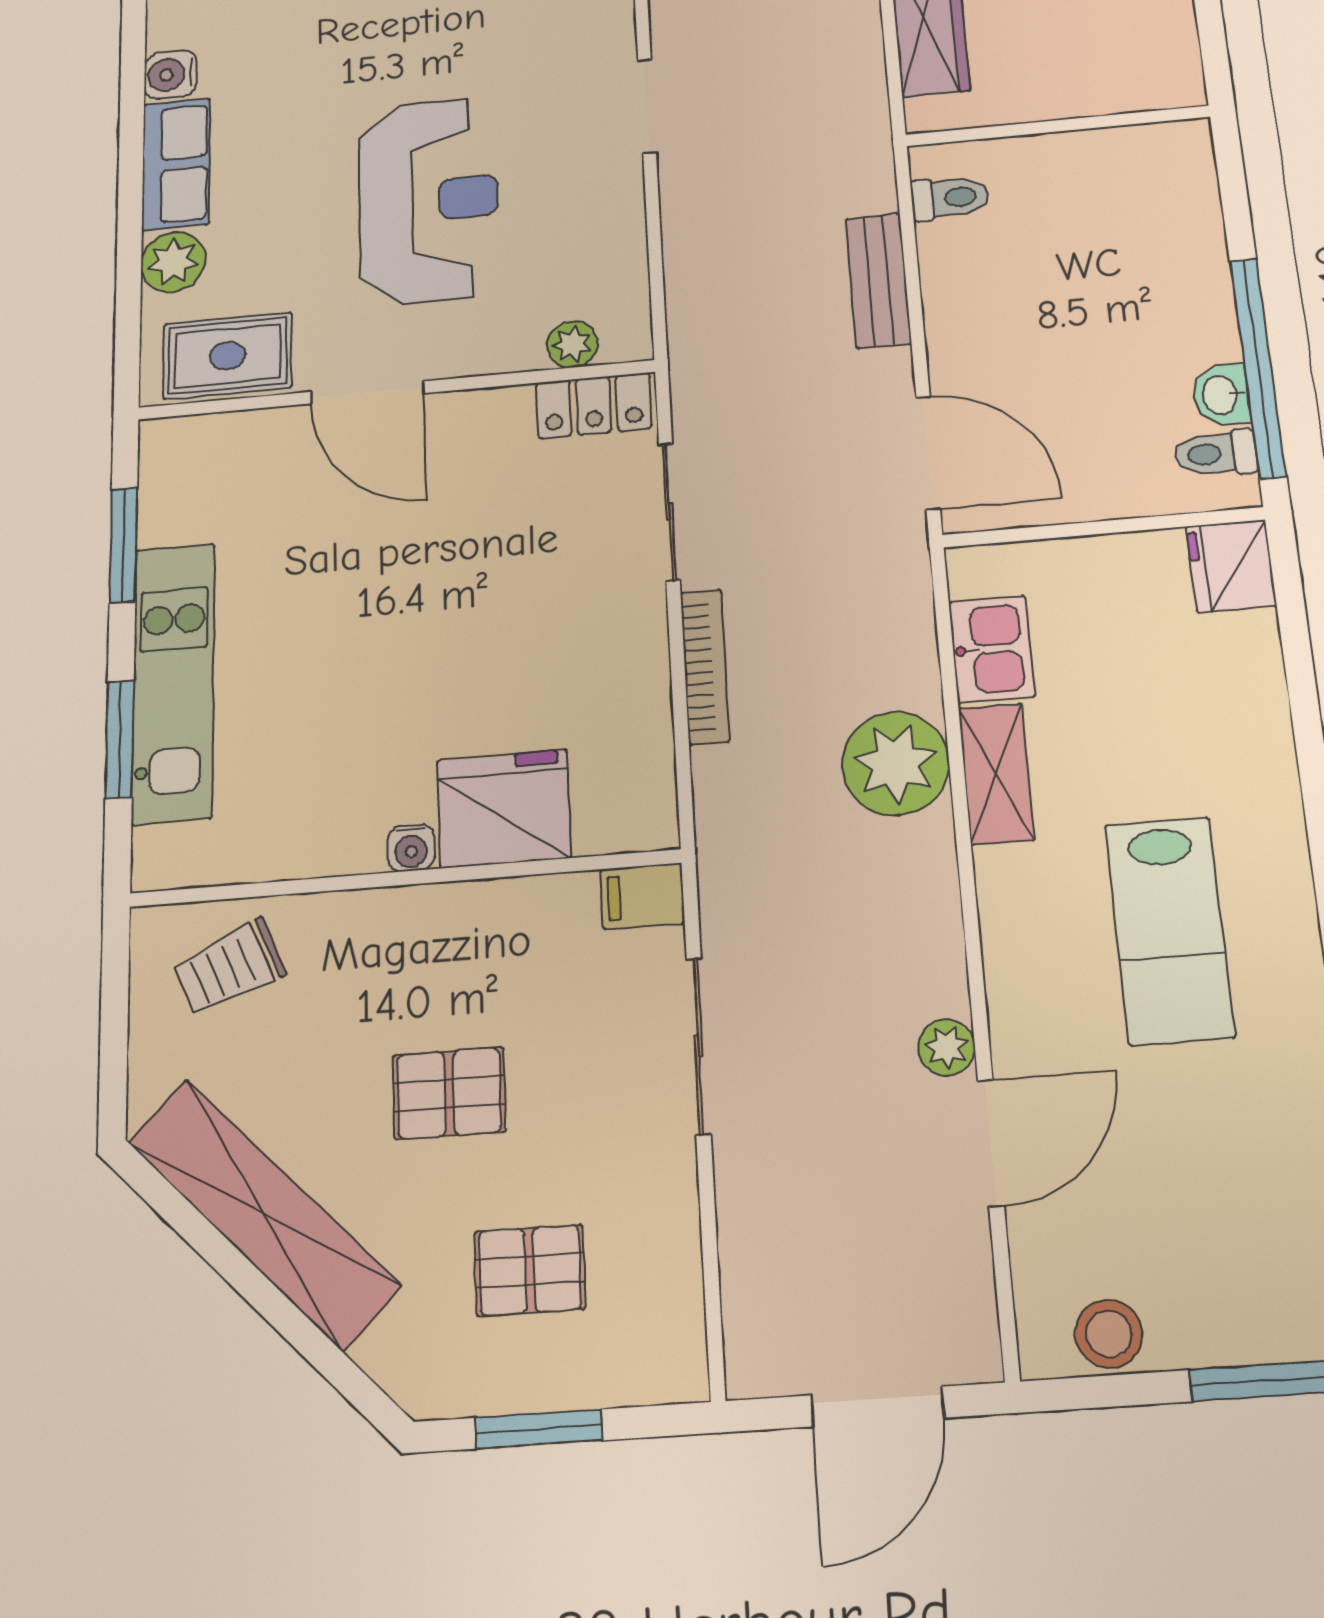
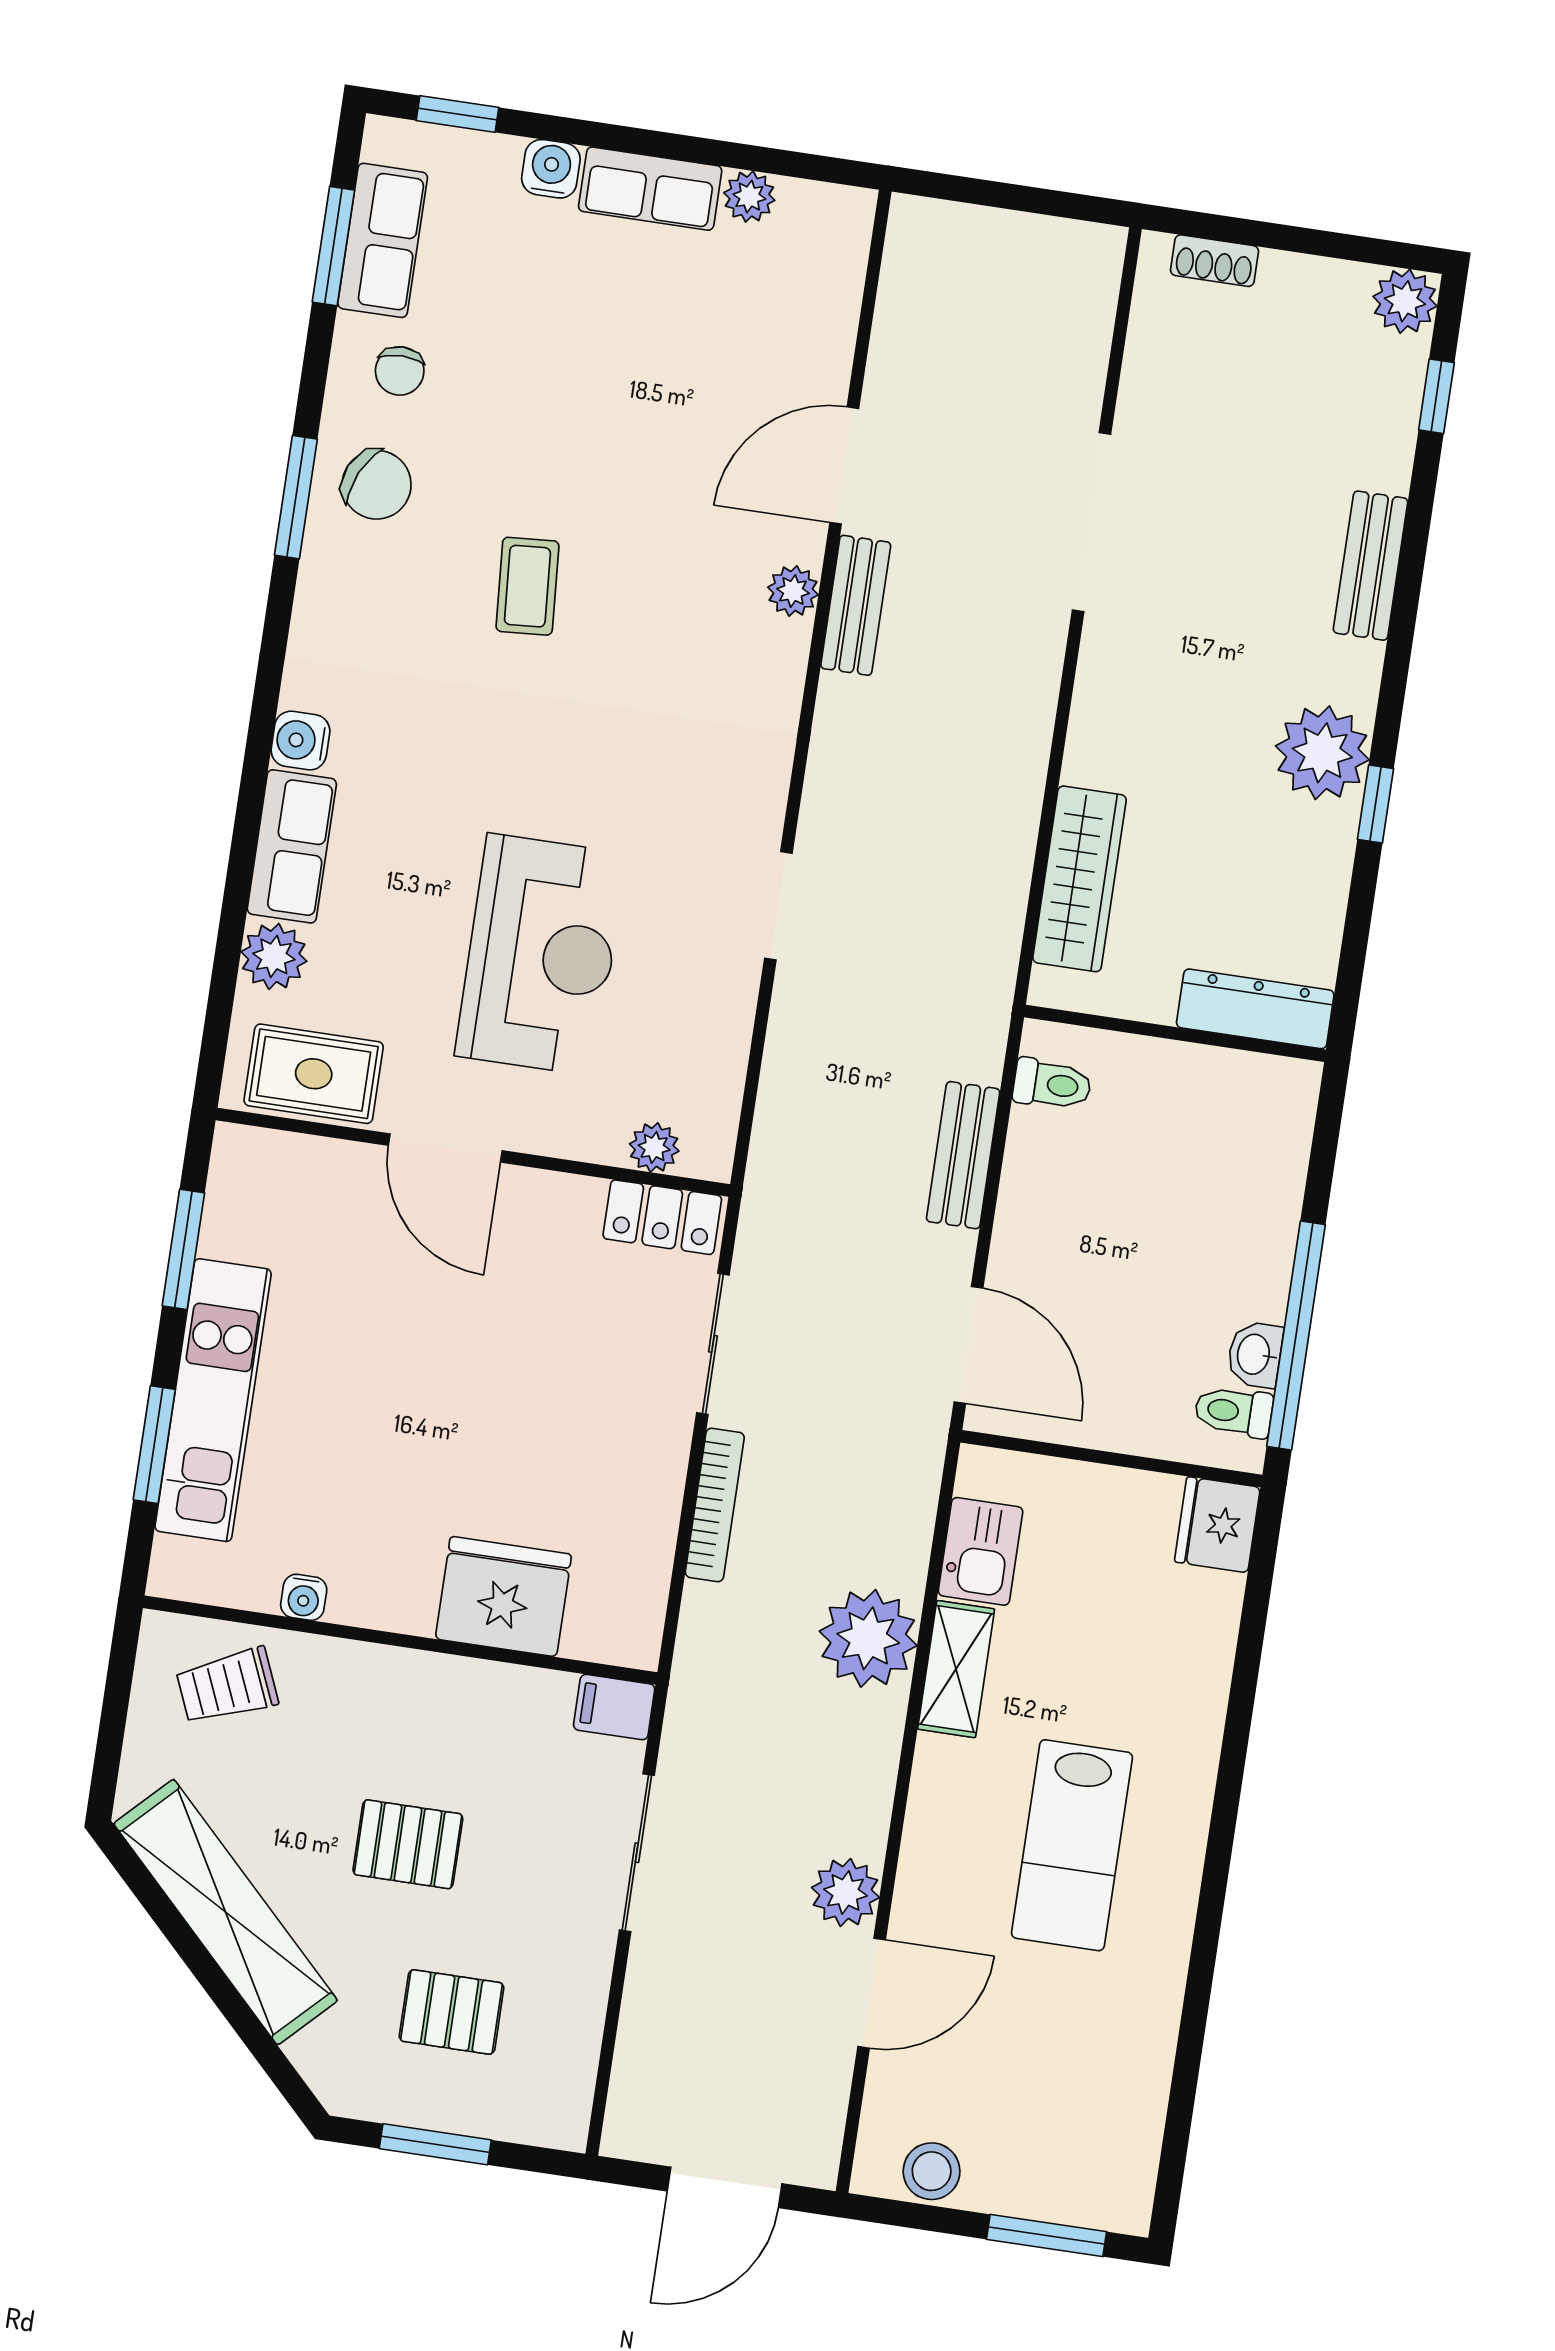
dresser: (1129, 87) -> (1255, 1009), added
water cooler: (411, 848) -> (304, 1597), moved
plant: (947, 1047) -> (846, 1892), width x1.38, depth x1.38

